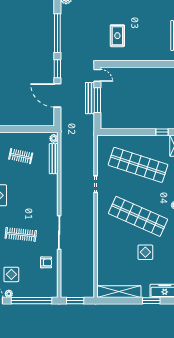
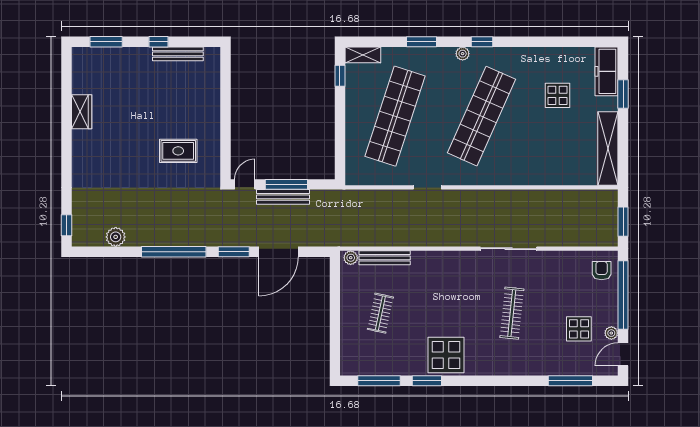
display table: (145, 252) -> (558, 95), moved
armchair: (46, 262) -> (602, 271), moved

